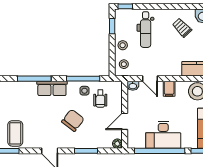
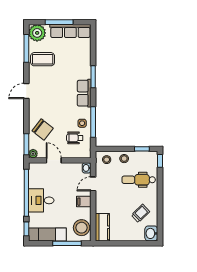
window: (34, 79) -> (93, 77), width x0.69
chair: (73, 120) -> (43, 130), moved
desk: (163, 135) -> (41, 200), width x0.73
window: (86, 151) -> (26, 144), moved

